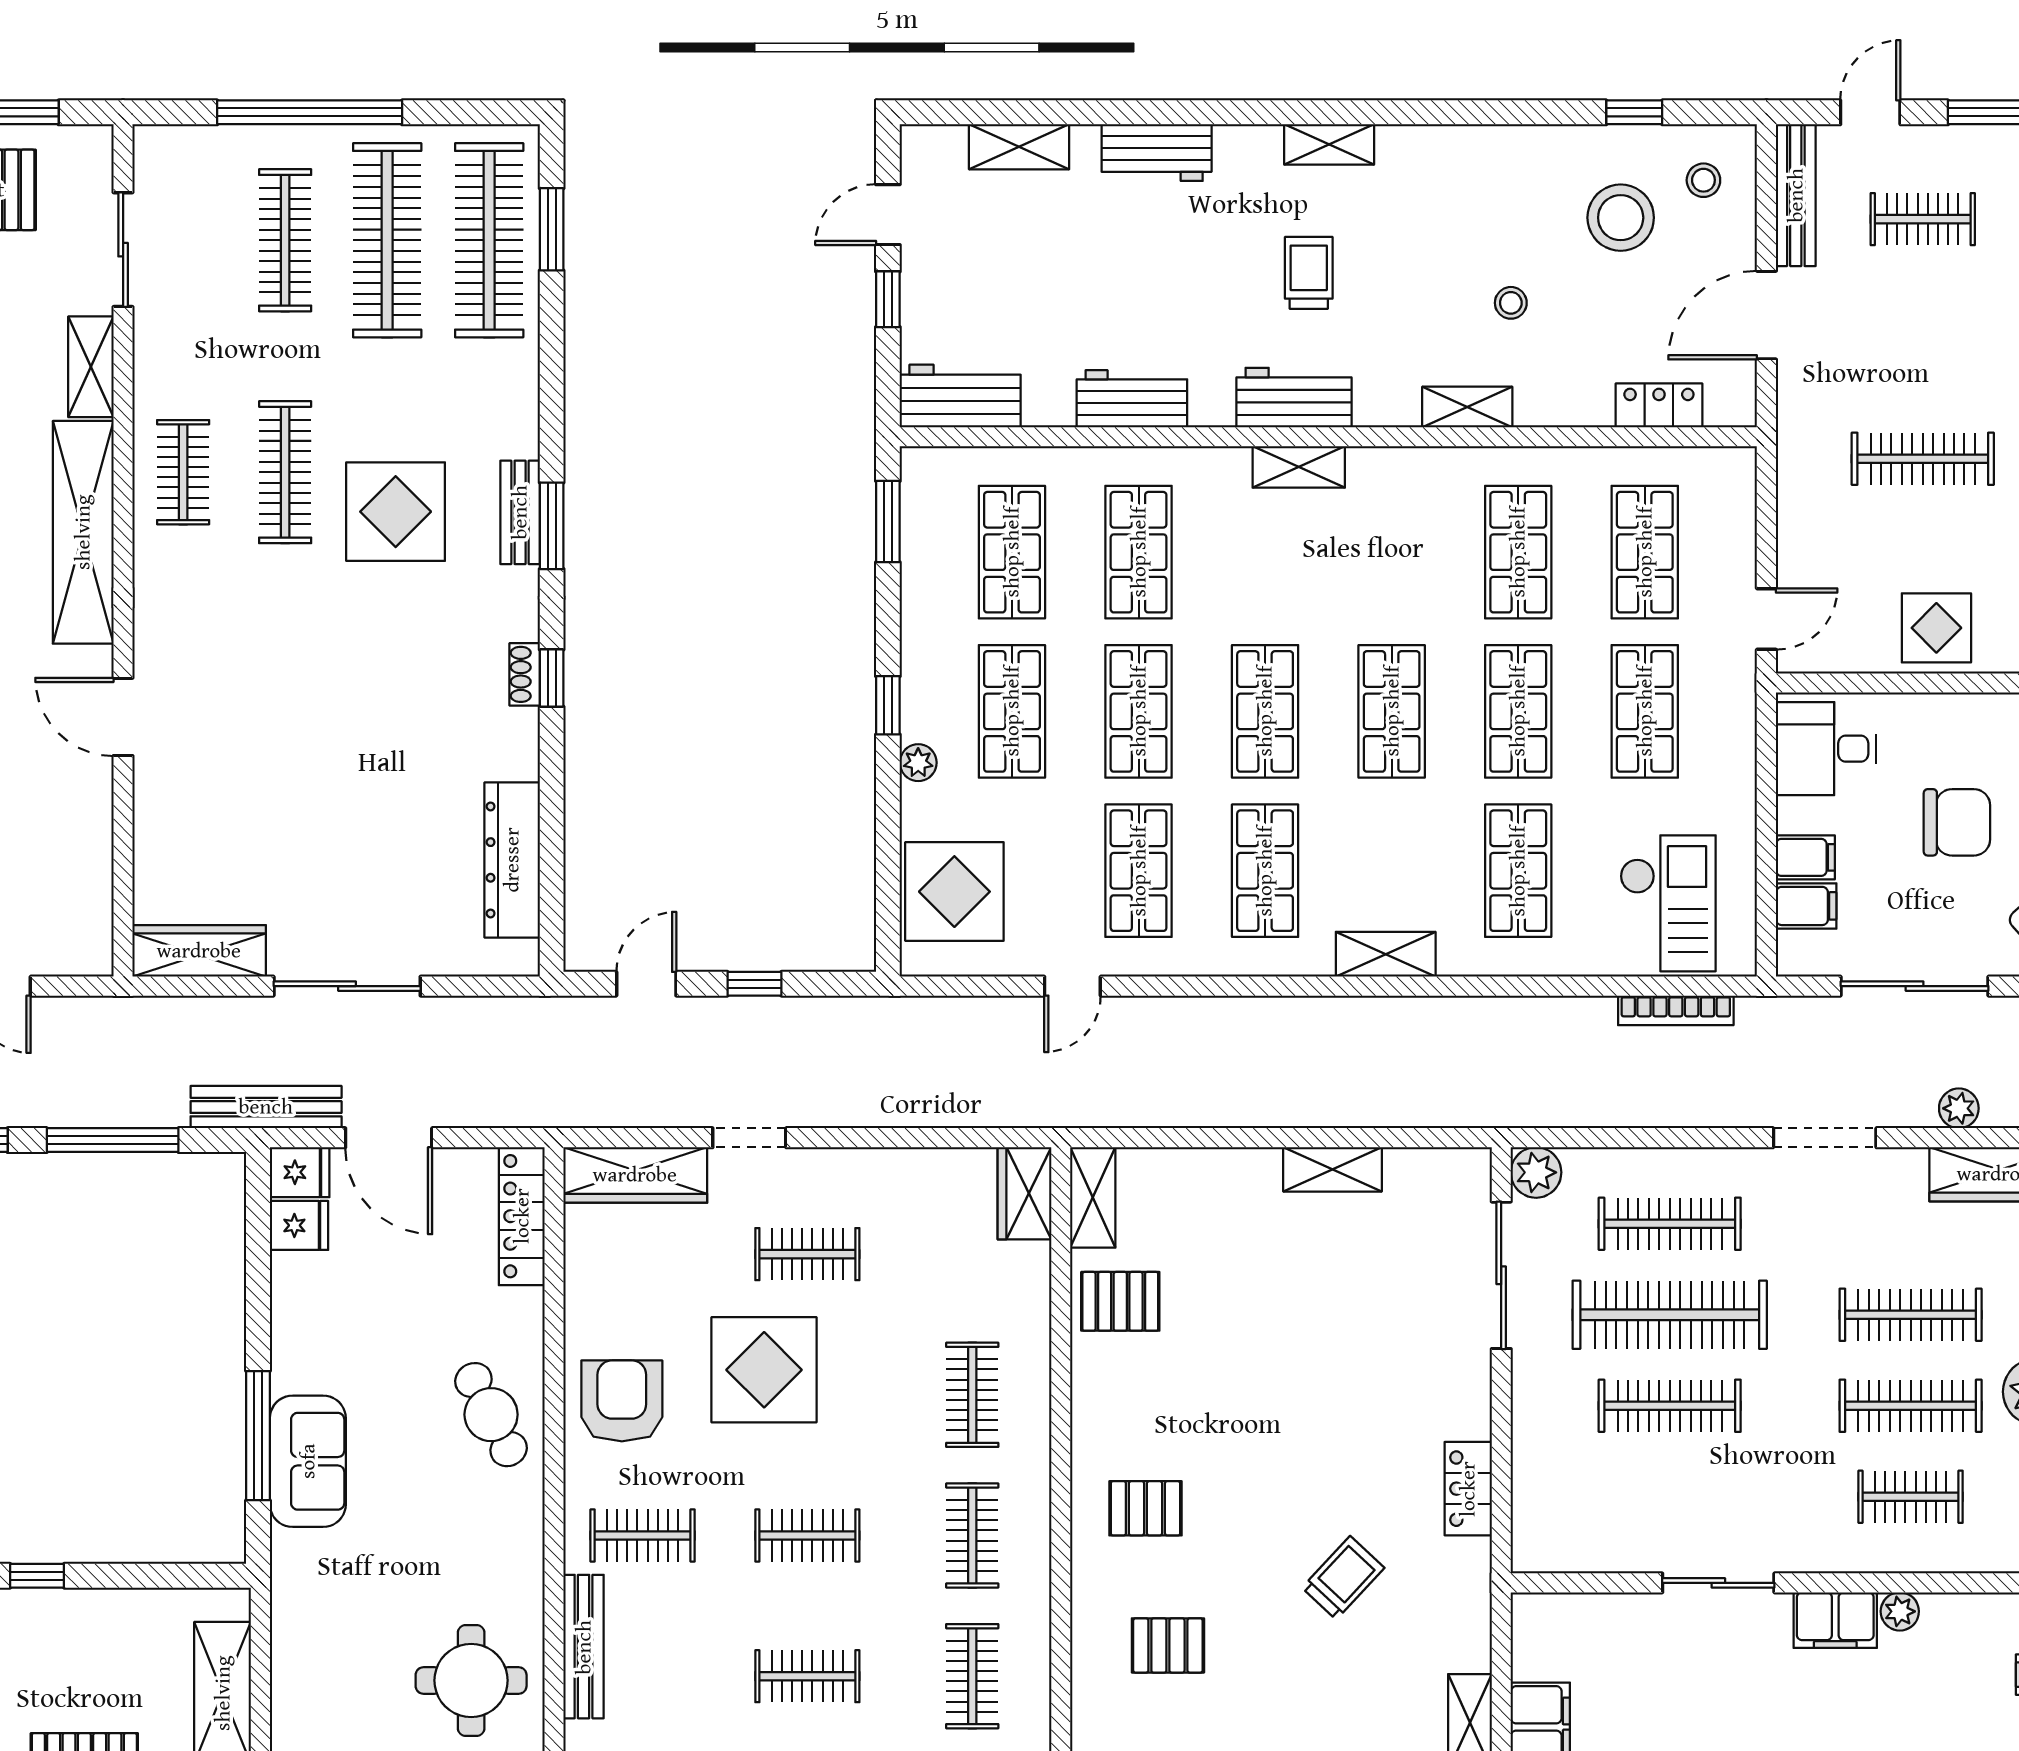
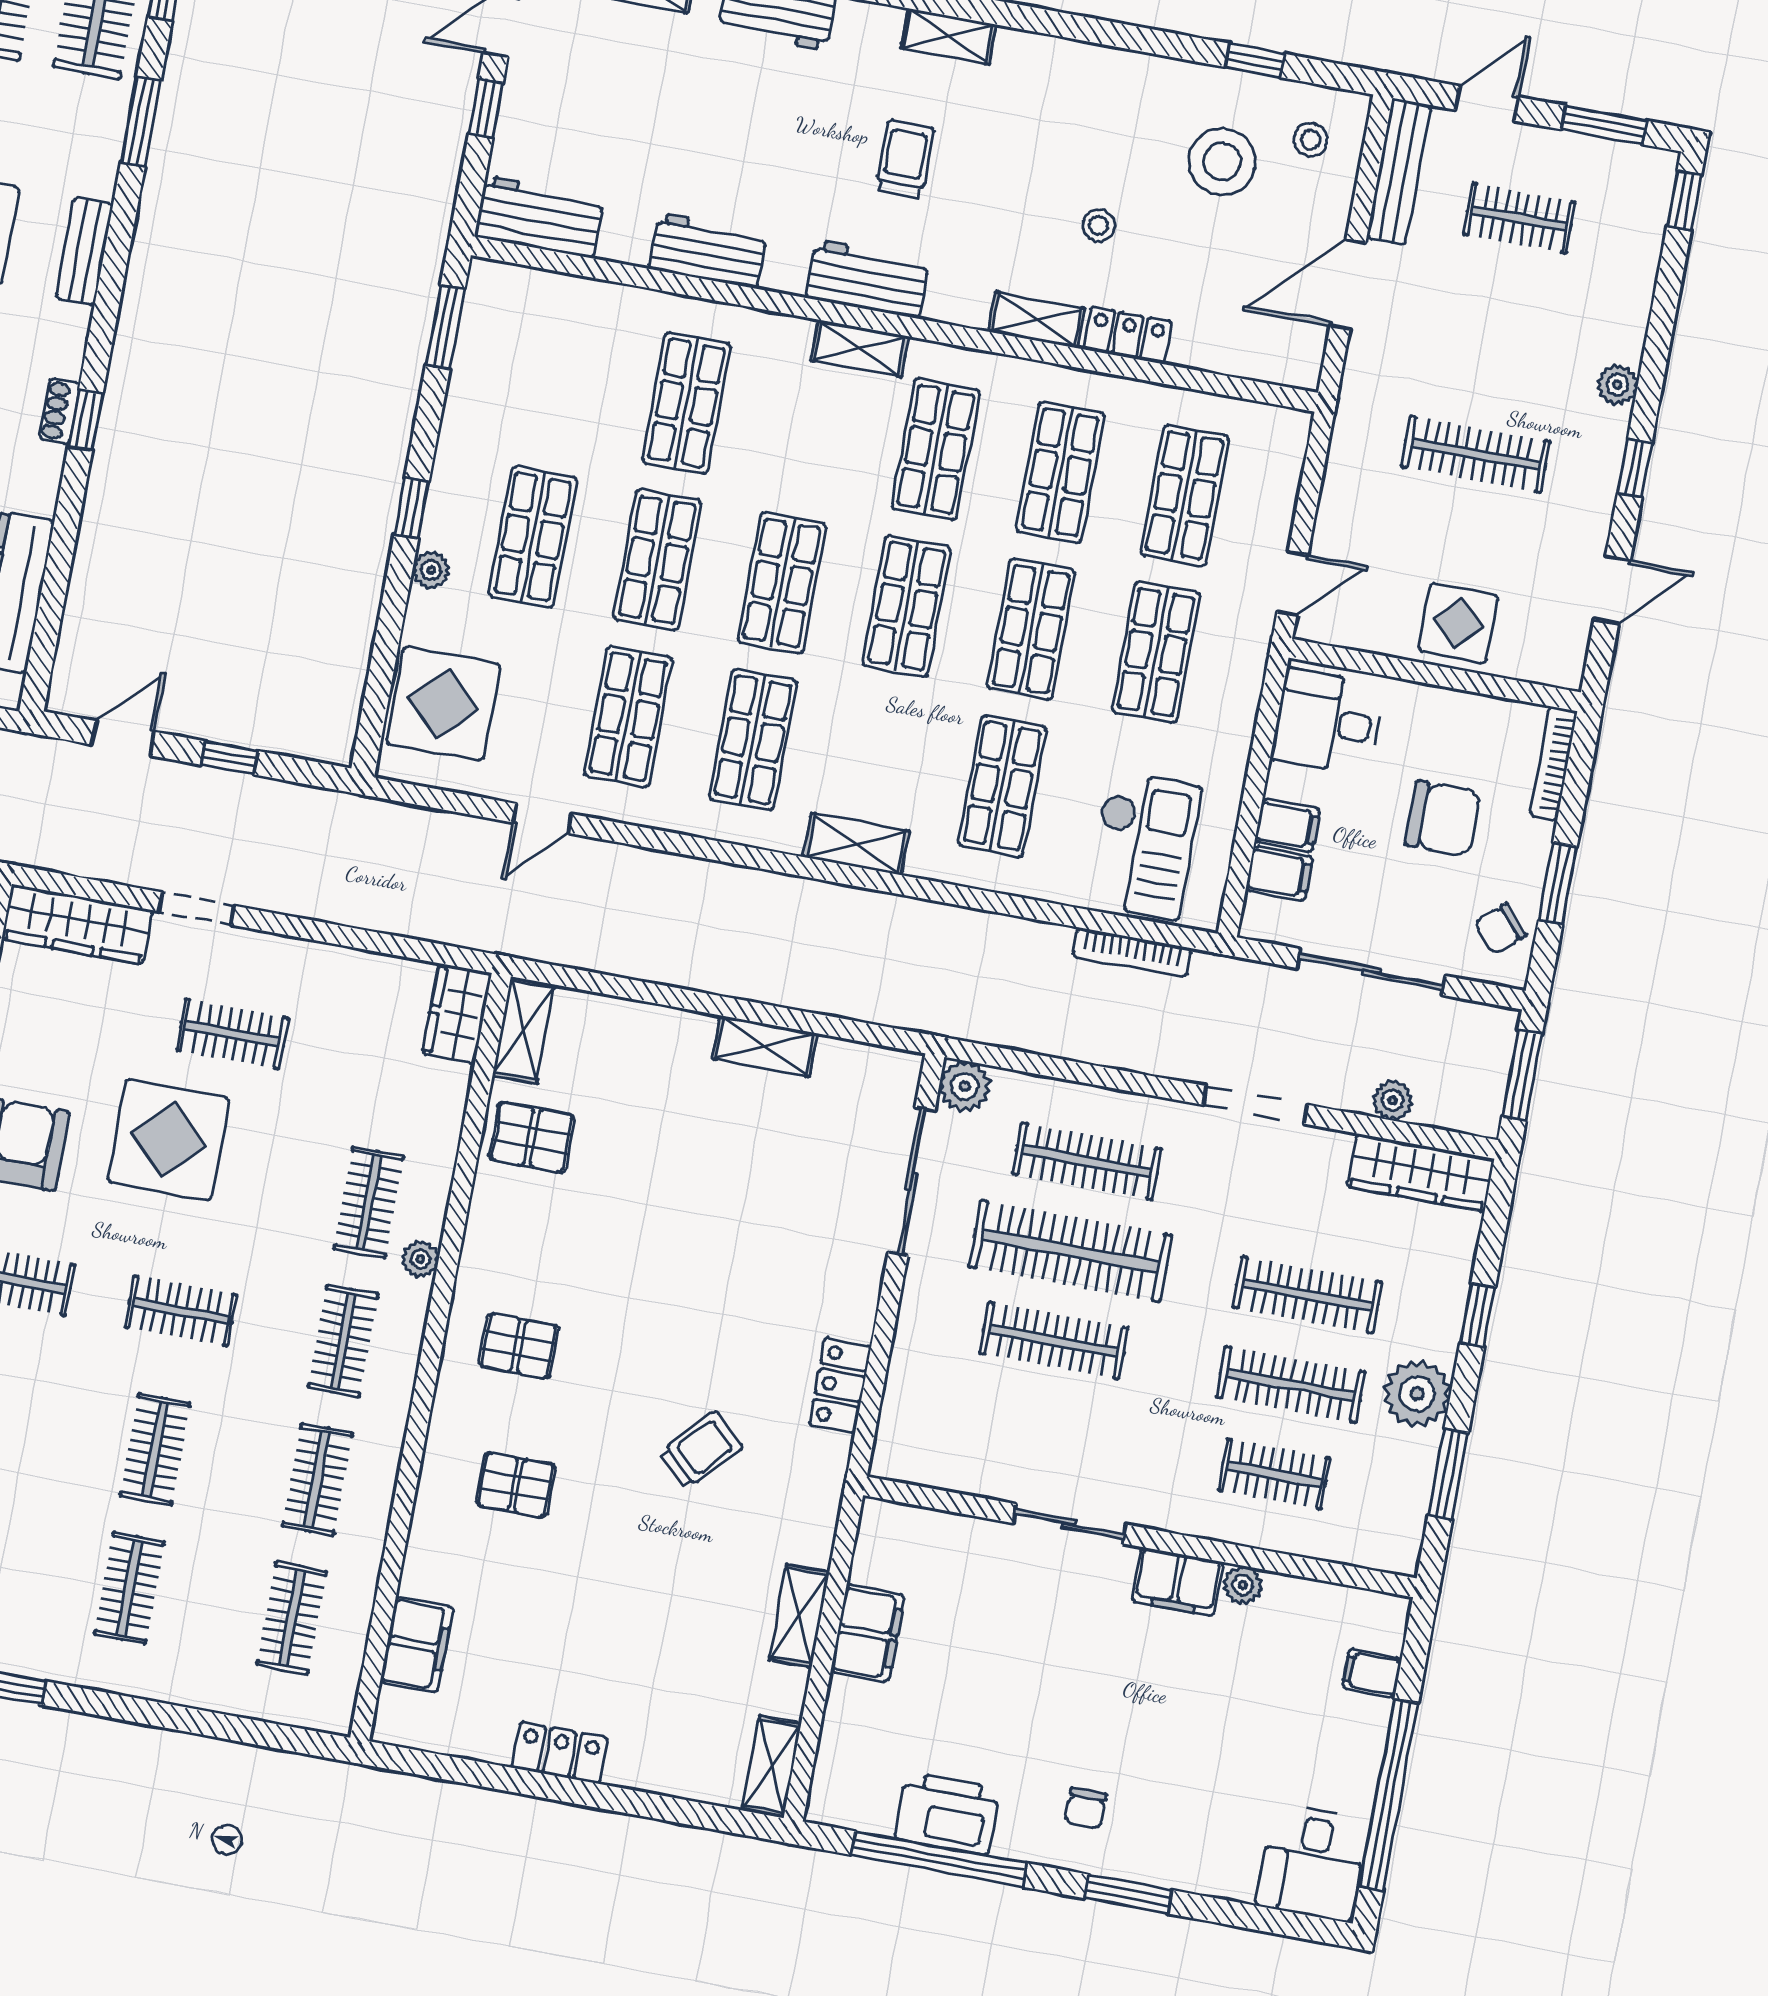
locker: (1659, 405) -> (1128, 335), moved
window: (552, 526) -> (141, 122), moved
shop shelf: (1012, 552) -> (936, 449), moved
plant: (1033, 1441) -> (420, 1259), added
clothes rail: (807, 1676) -> (155, 1449), turned 90

